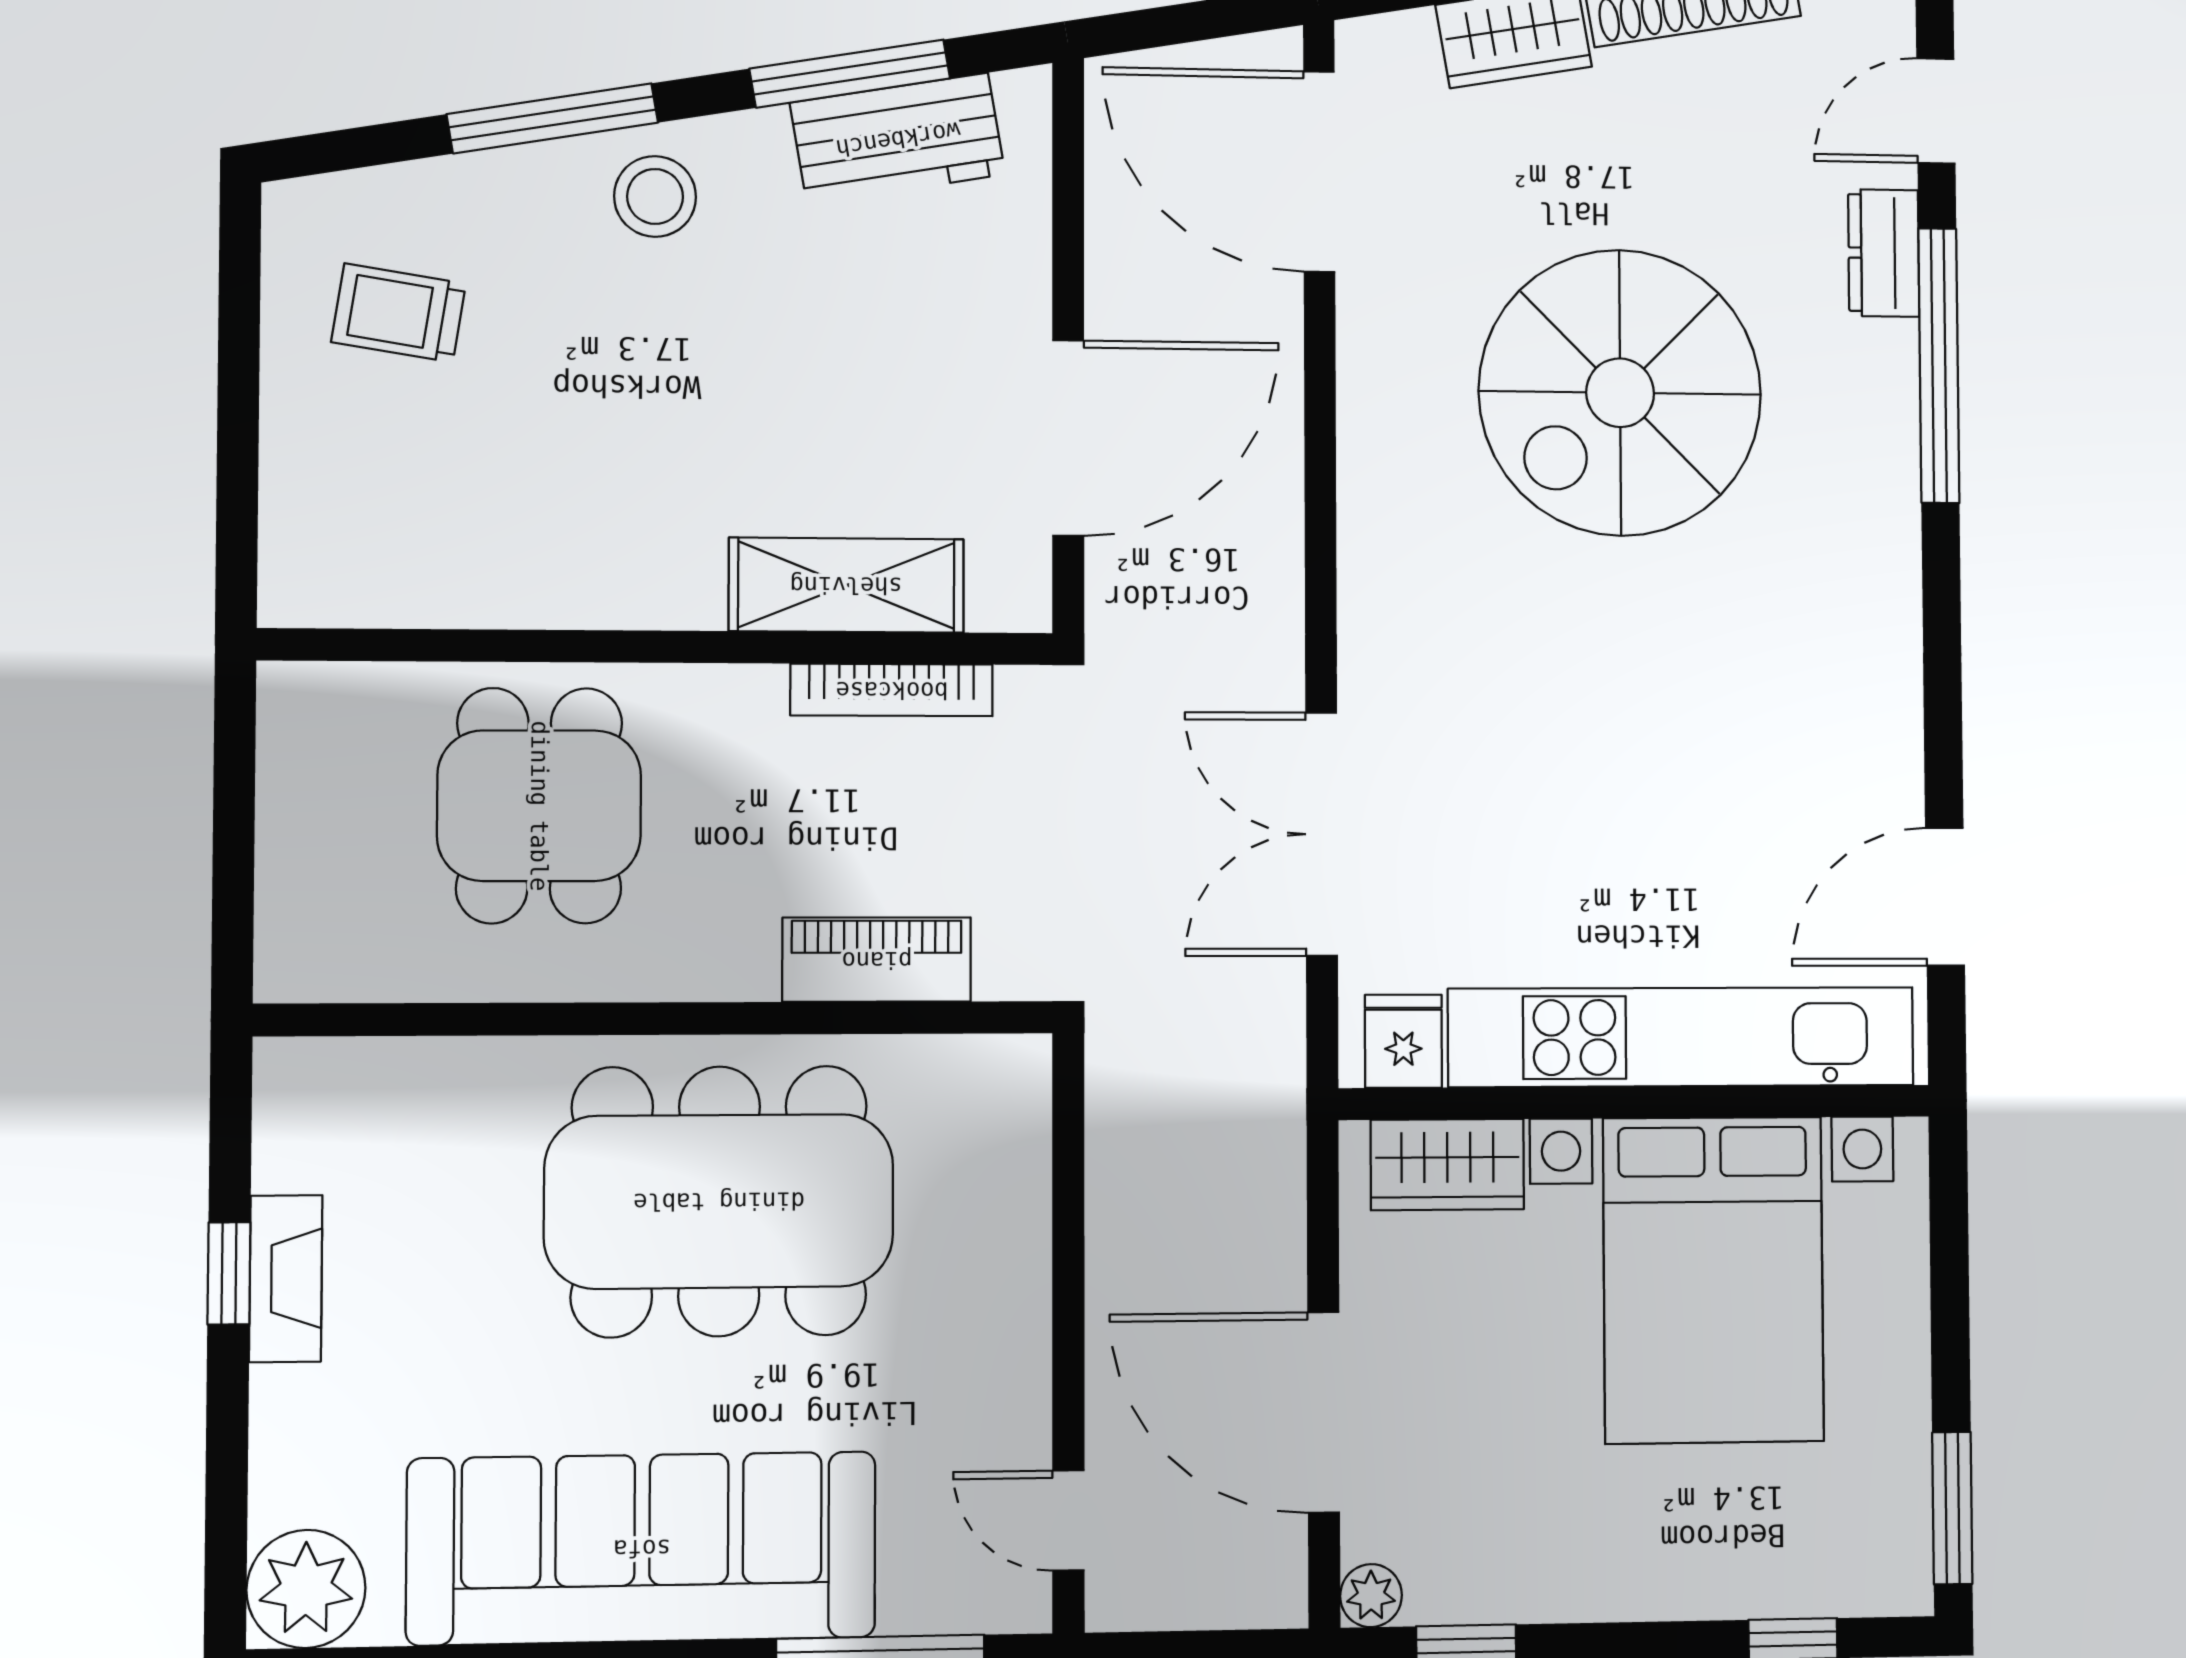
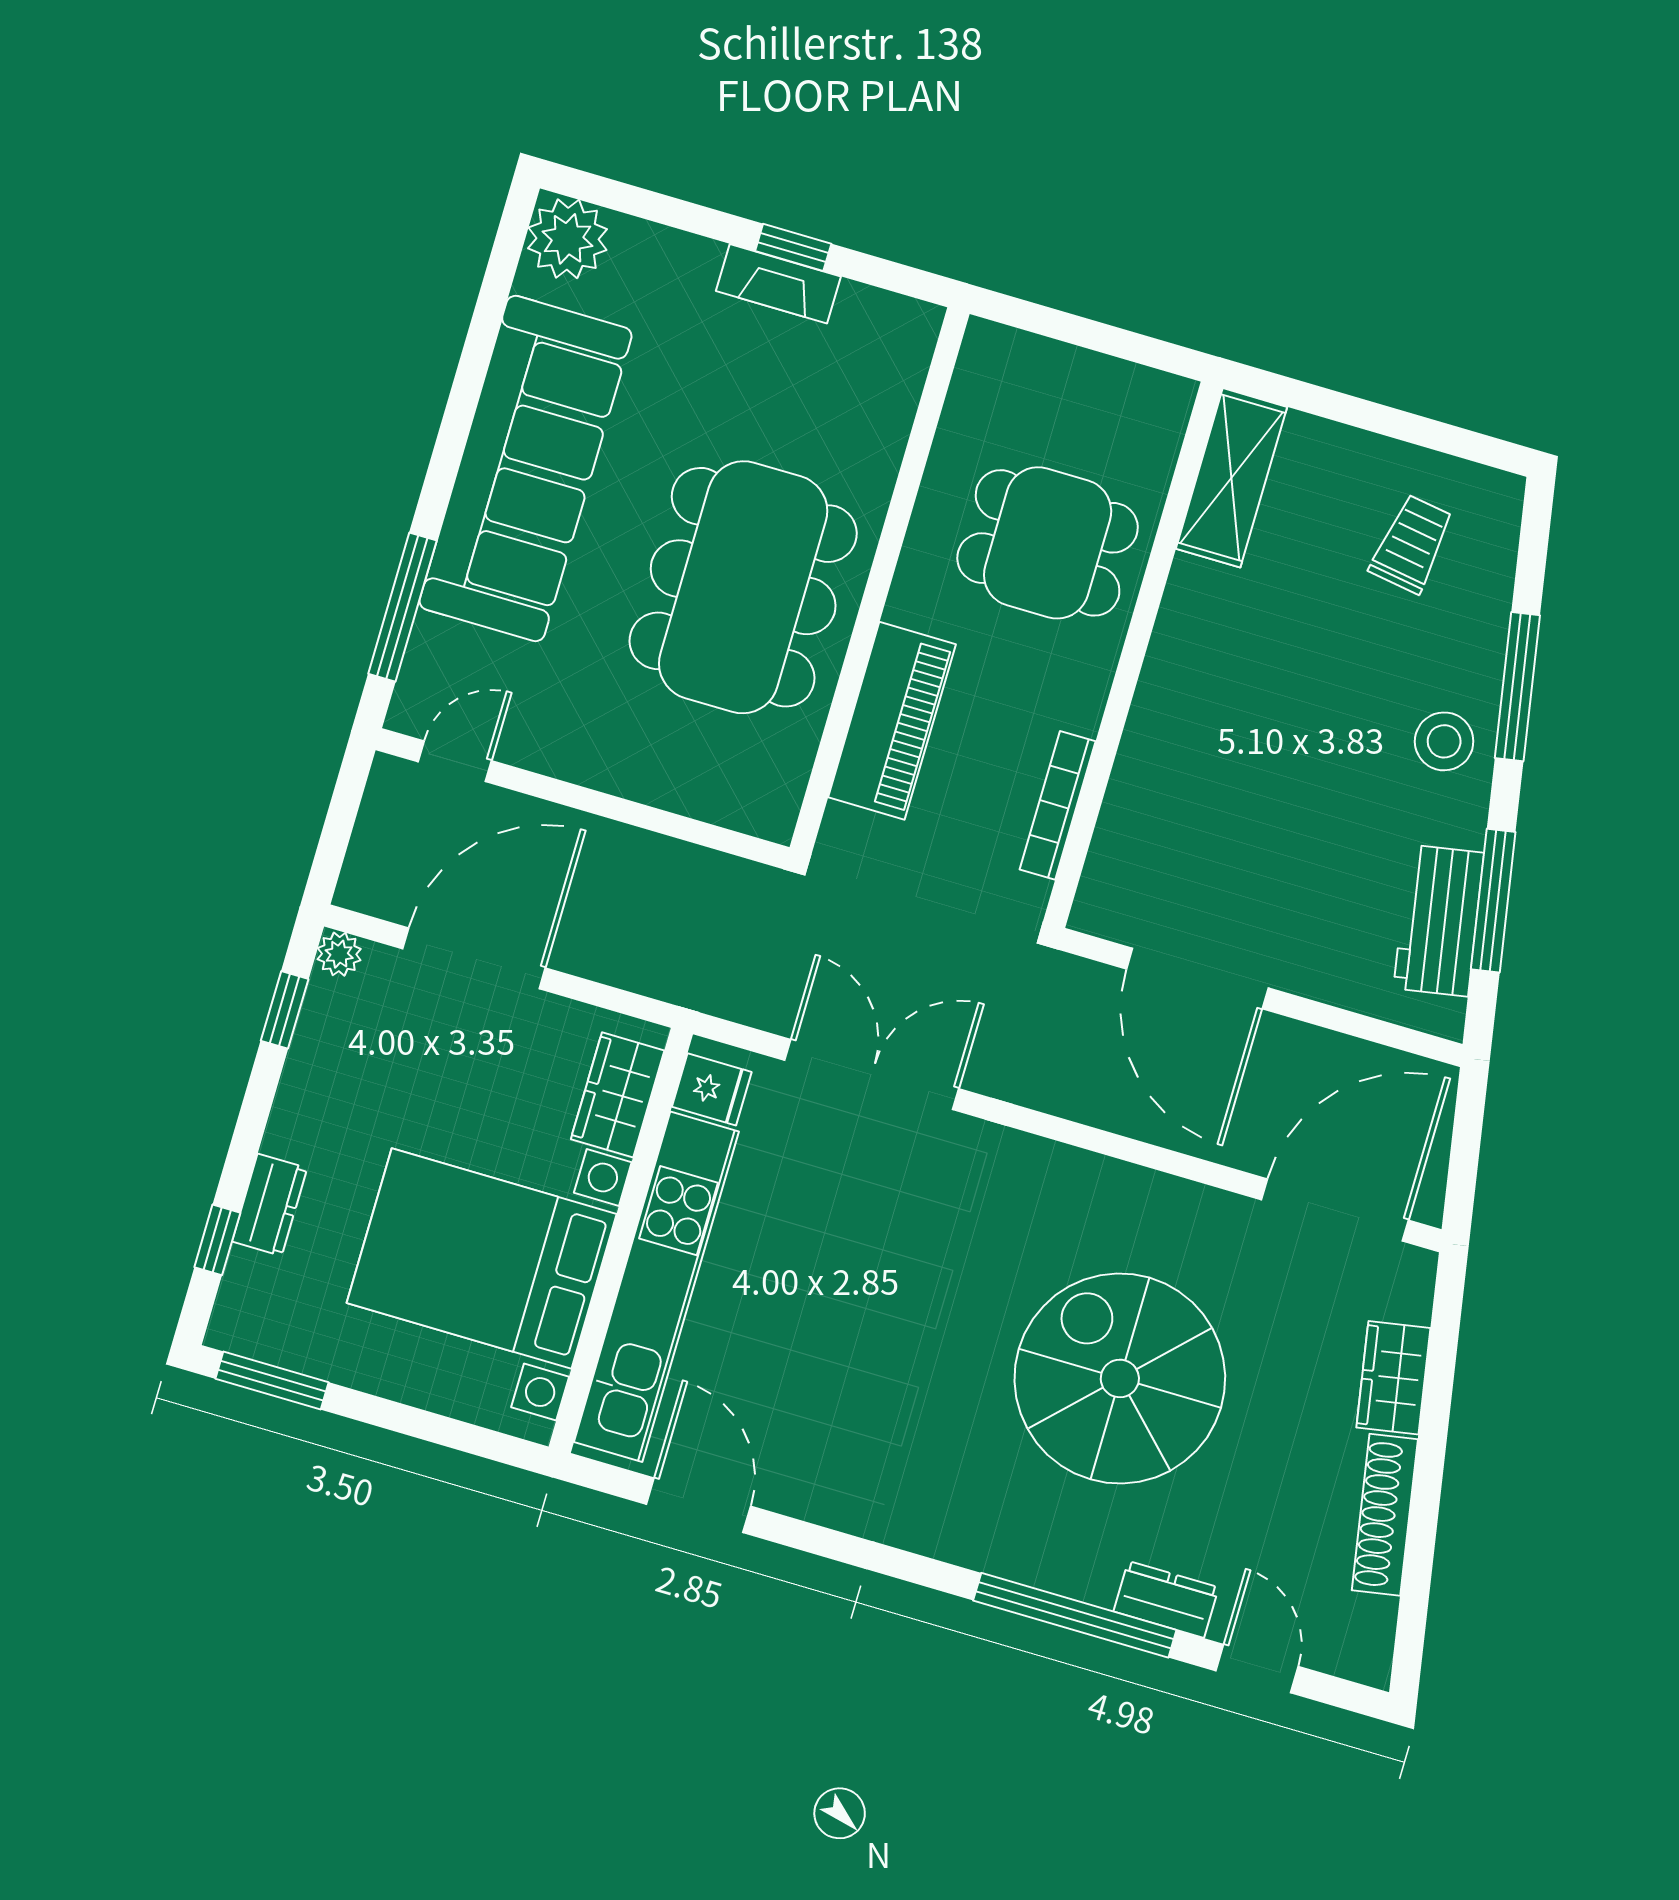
shelving: (846, 585) -> (1232, 478), moved
piano: (877, 960) -> (892, 721), width x1.37, depth x1.33
dresser: (1727, 1584) -> (270, 1205), added

